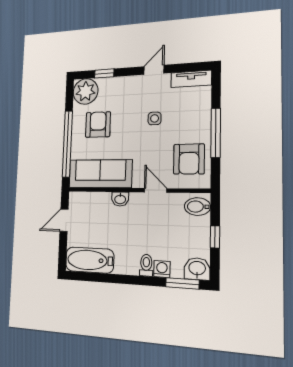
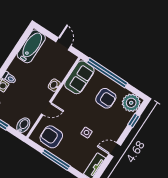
door: (154, 70) -> (115, 150), swing flipped
sofa: (100, 174) -> (79, 77), width x0.73

